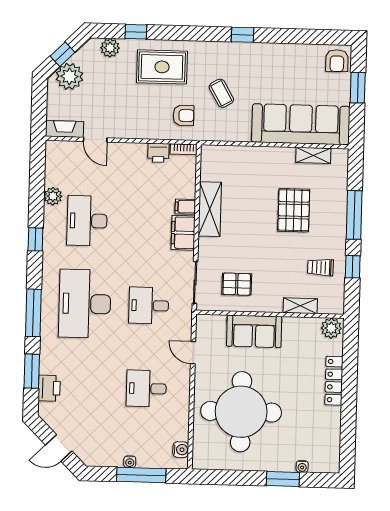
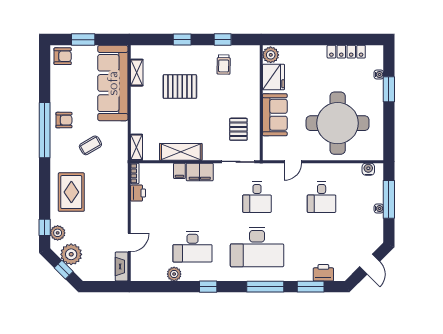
window: (136, 32) -> (45, 227), moved
window: (243, 35) -> (45, 130), width x3.17
plant: (69, 76) -> (71, 254), moved
armchair: (184, 115) -> (64, 120), moved, turned 90
window: (354, 215) -> (182, 40), width x0.46
shelving: (300, 306) -> (137, 147), moved
fridge: (303, 331) -> (274, 77), added
locker: (334, 381) -> (346, 52), moved

